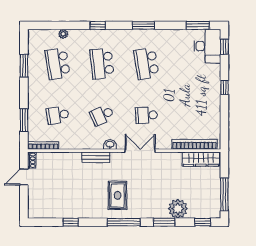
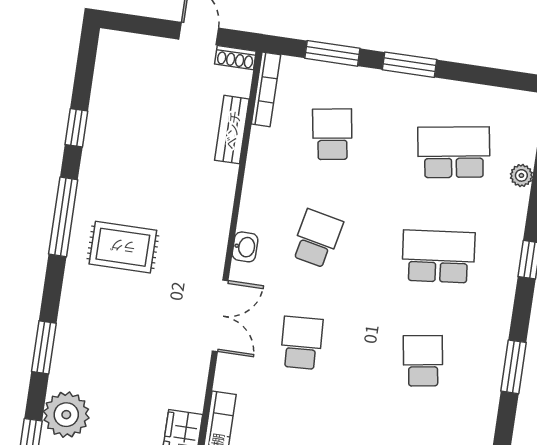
school desk: (146, 63) -> (423, 361), width x0.54
window: (24, 66) -> (409, 65), moved
school desk: (102, 115) -> (317, 239), turned 36
bench: (96, 157) -> (232, 130), moved
plant: (178, 209) -> (66, 415), moved
window: (124, 222) -> (63, 217), moved

